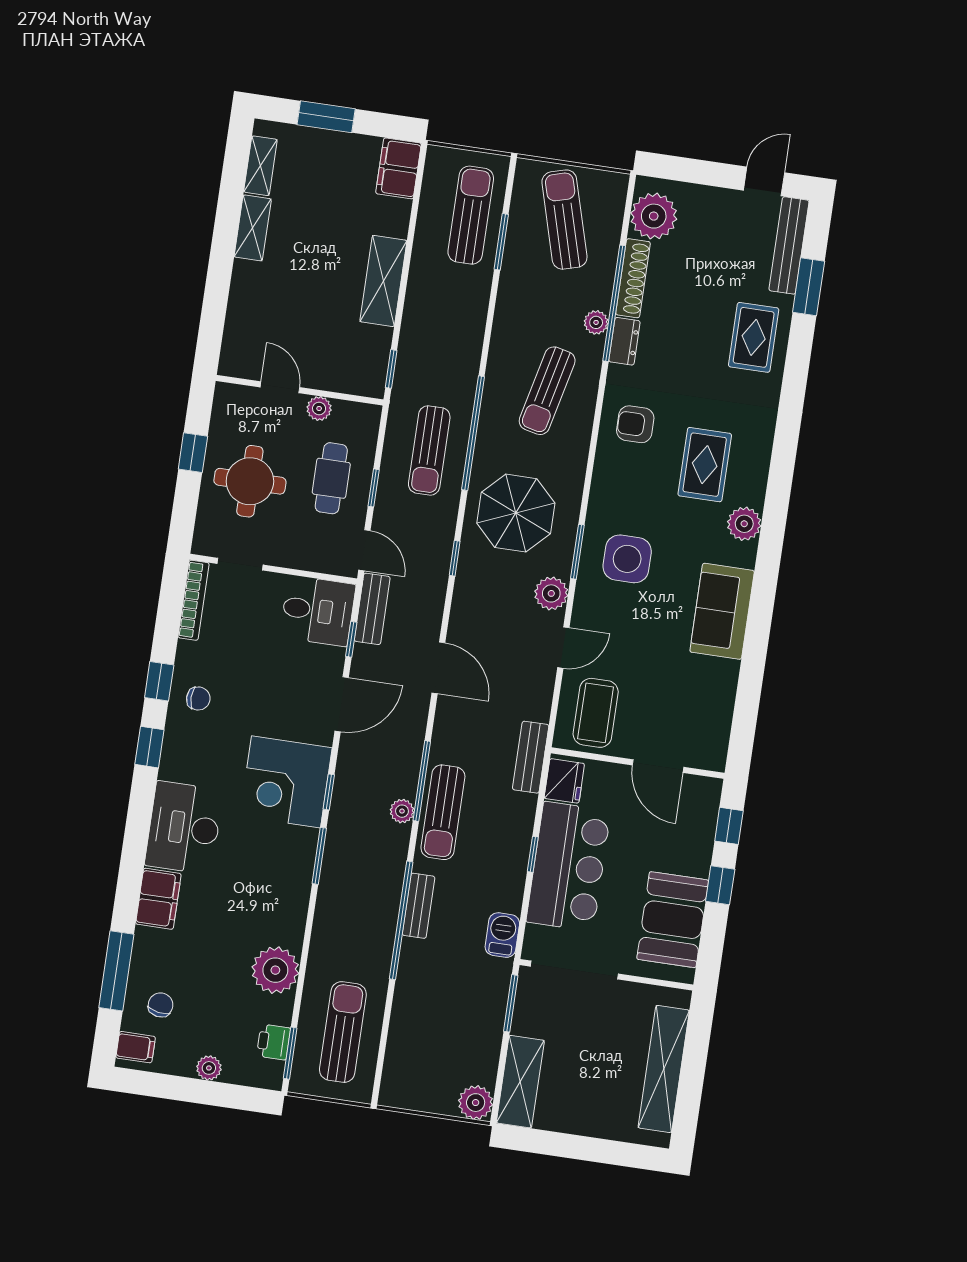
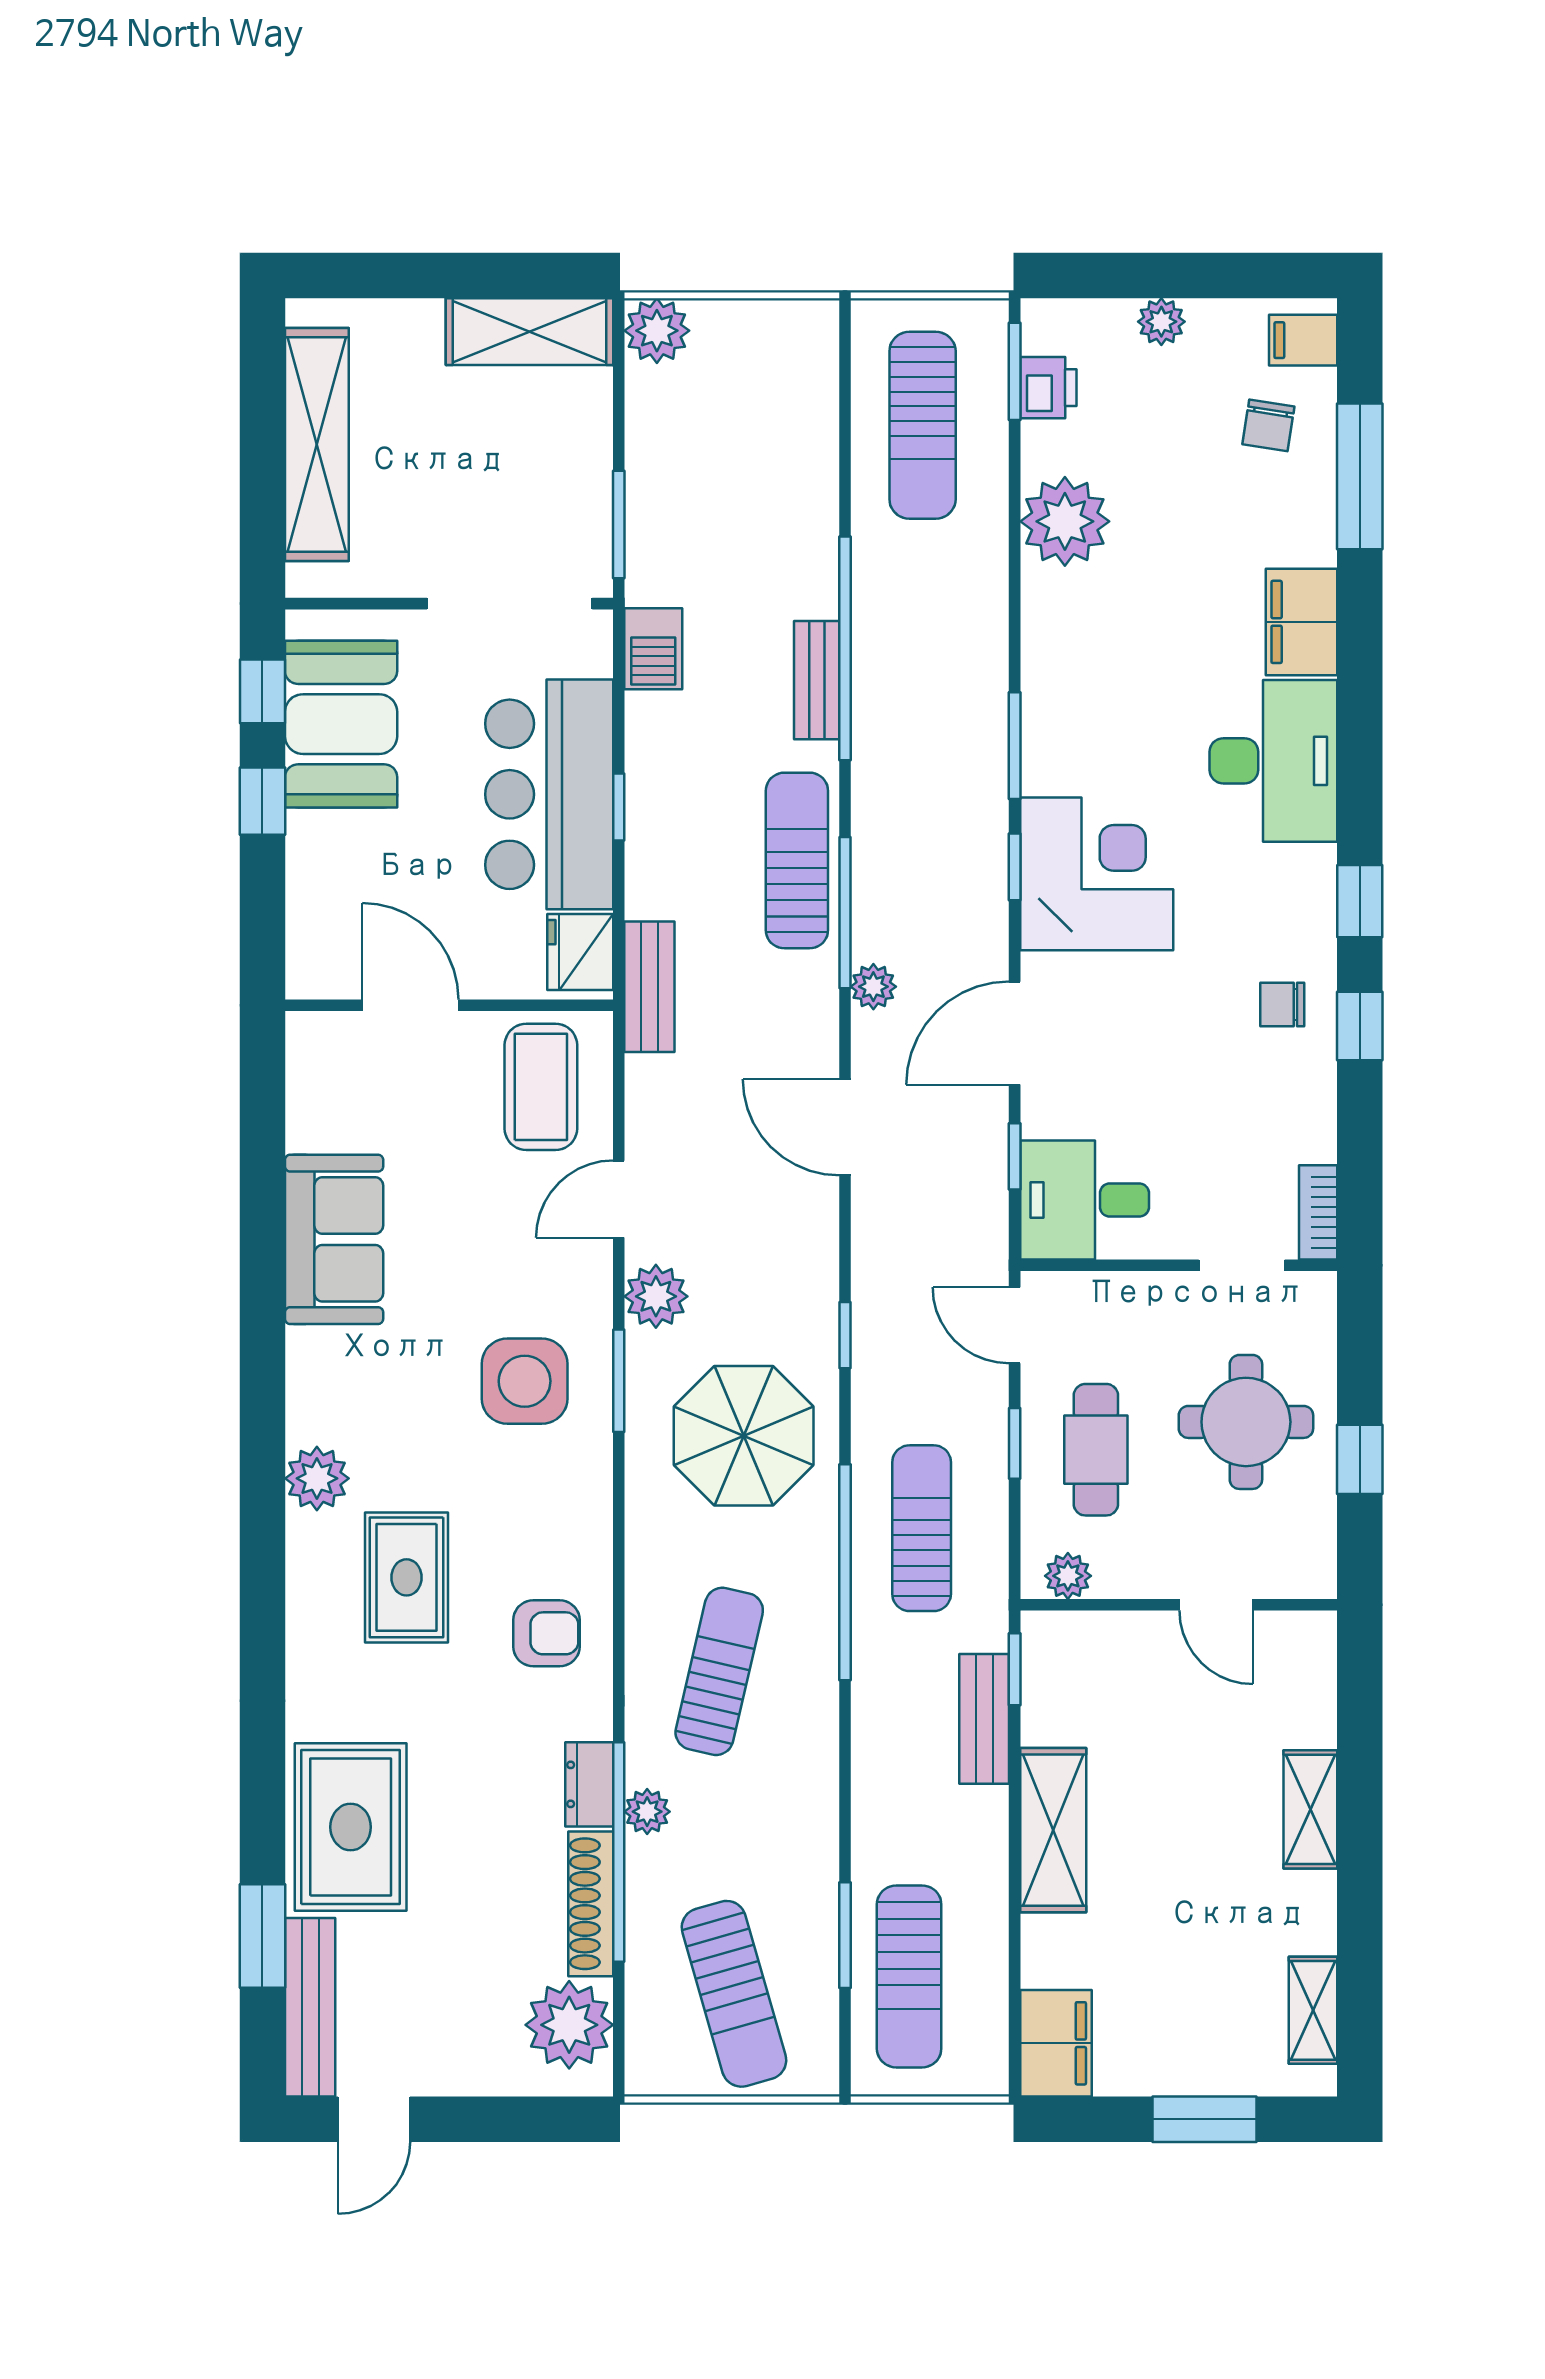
shelving: (253, 228) -> (1310, 1809), moved
rug: (754, 337) -> (351, 1827), width x1.36, depth x1.43
plant: (319, 409) -> (1068, 1576), moved
bookcase: (194, 600) -> (1318, 1212), width x0.64
bench: (372, 609) -> (984, 1719), moved
sofa: (722, 611) -> (334, 1239), moved
plant: (402, 811) -> (873, 987), moved
window: (729, 826) -> (262, 691), moved
shelving: (520, 1082) -> (530, 332), moved, turned 90

